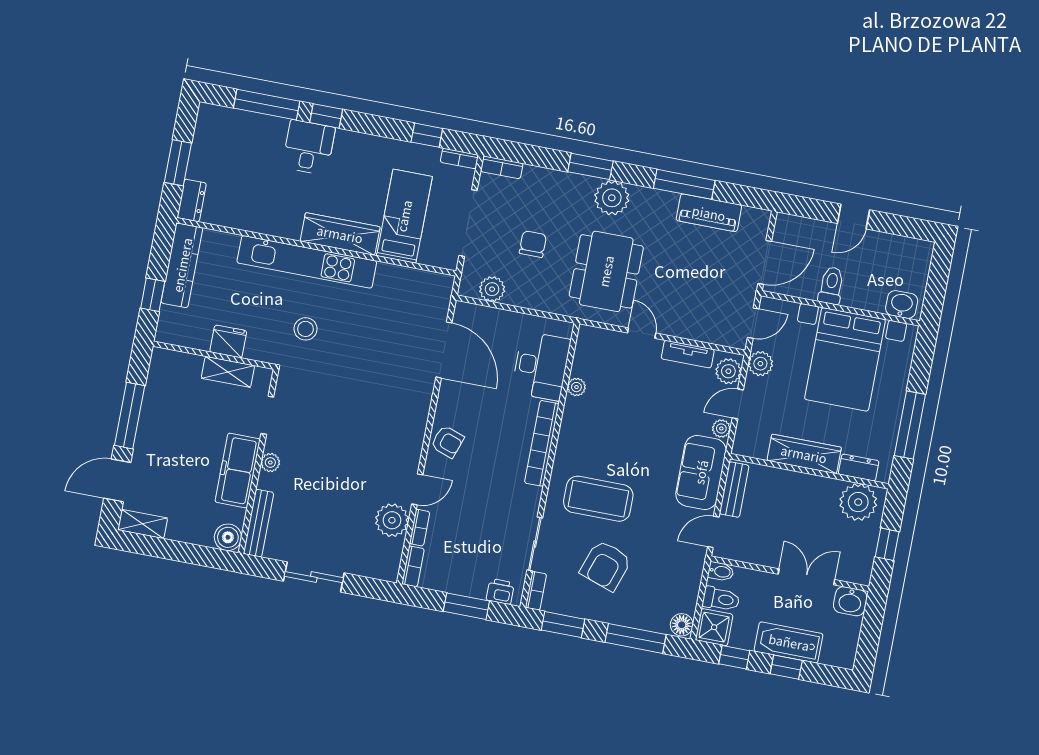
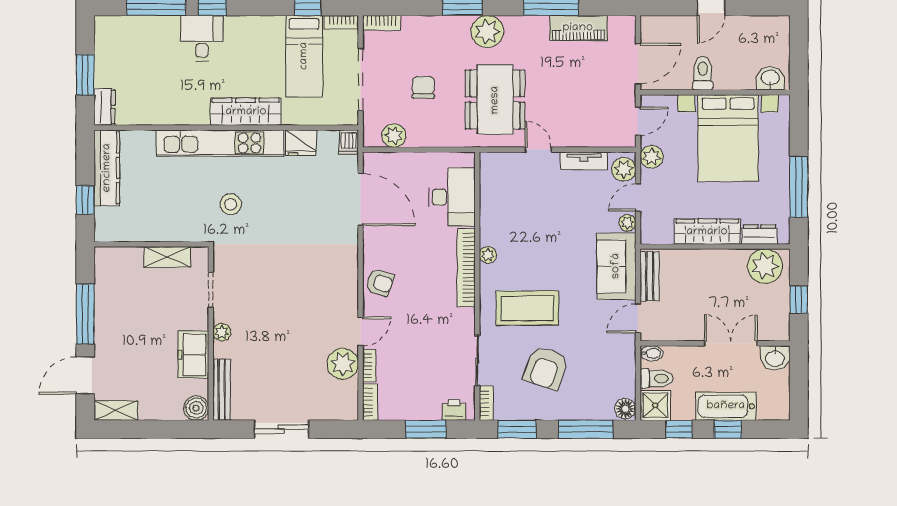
bed: (404, 216) -> (304, 56), moved, turned 180
dishwasher: (443, 287) -> (349, 142), added
fridge: (228, 341) -> (301, 143), moved, turned 180
plant: (576, 387) -> (488, 255), moved
freezer: (238, 471) -> (193, 355), width x0.71

